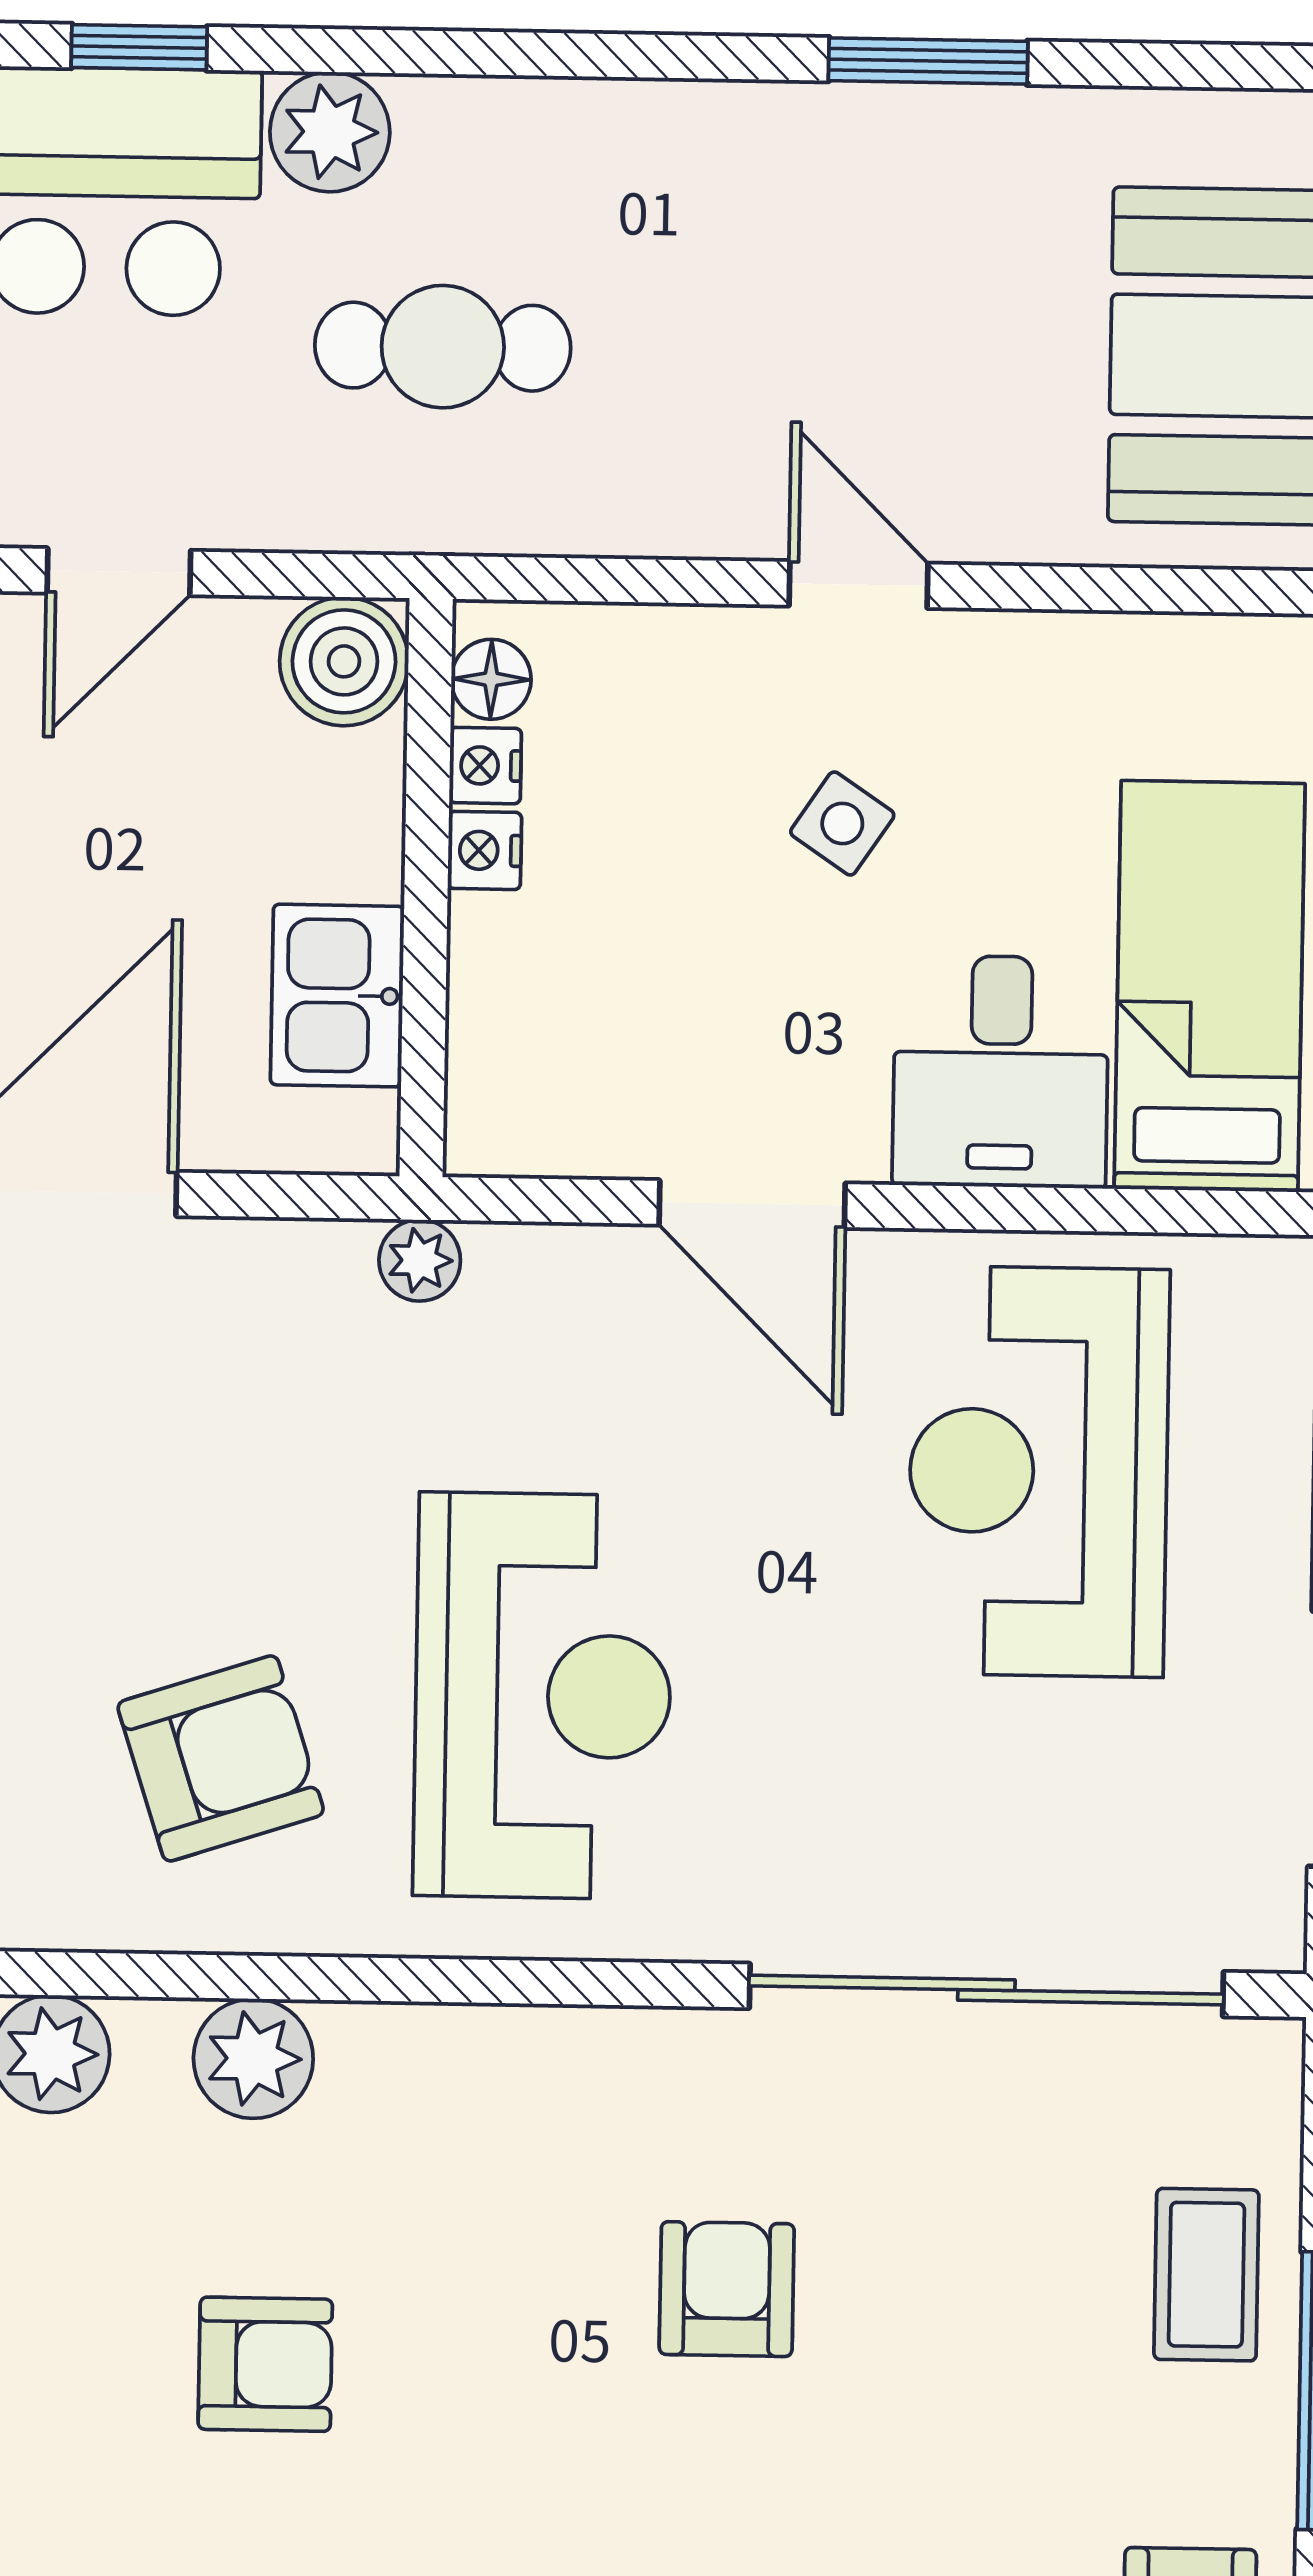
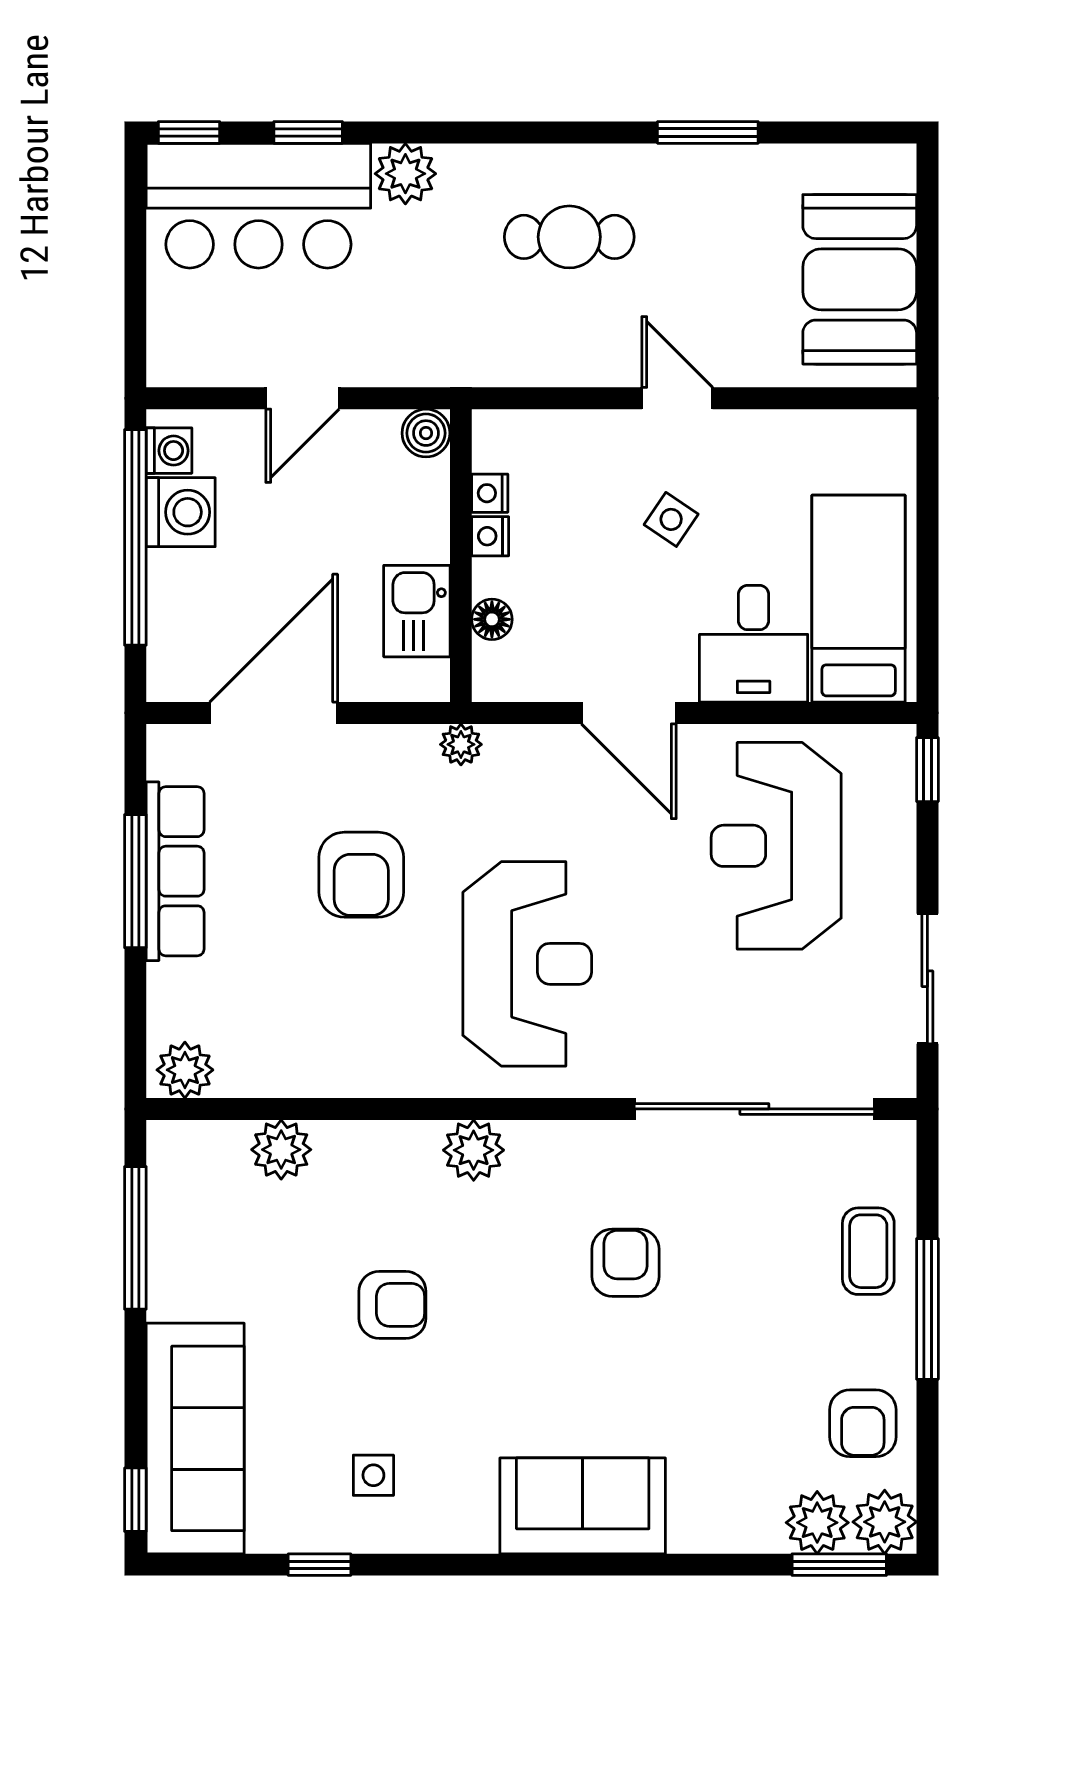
cafe table: (443, 347) -> (569, 237), moved
boiler: (344, 661) -> (426, 433), width x0.73, depth x0.73
floor lamp: (491, 679) -> (492, 619), moved
armchair: (221, 1758) -> (361, 875), moved, turned 108
plant: (253, 2059) -> (474, 1150), moved

